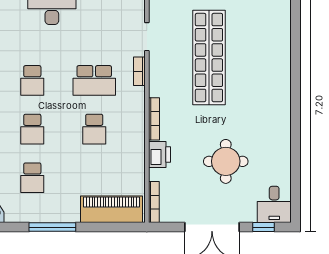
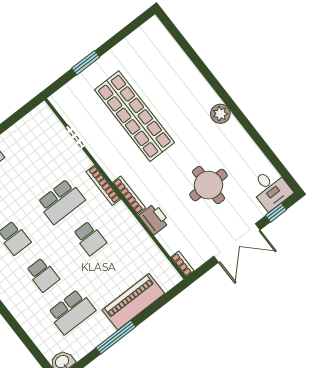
bookcase: (139, 71) -> (103, 185), moved, width x1.56
plant: (281, 110) -> (220, 114), added
school desk: (32, 178) -> (71, 312), width x1.85
bookcase: (154, 202) -> (182, 264), width x0.64
piano: (112, 209) -> (133, 302), moved

